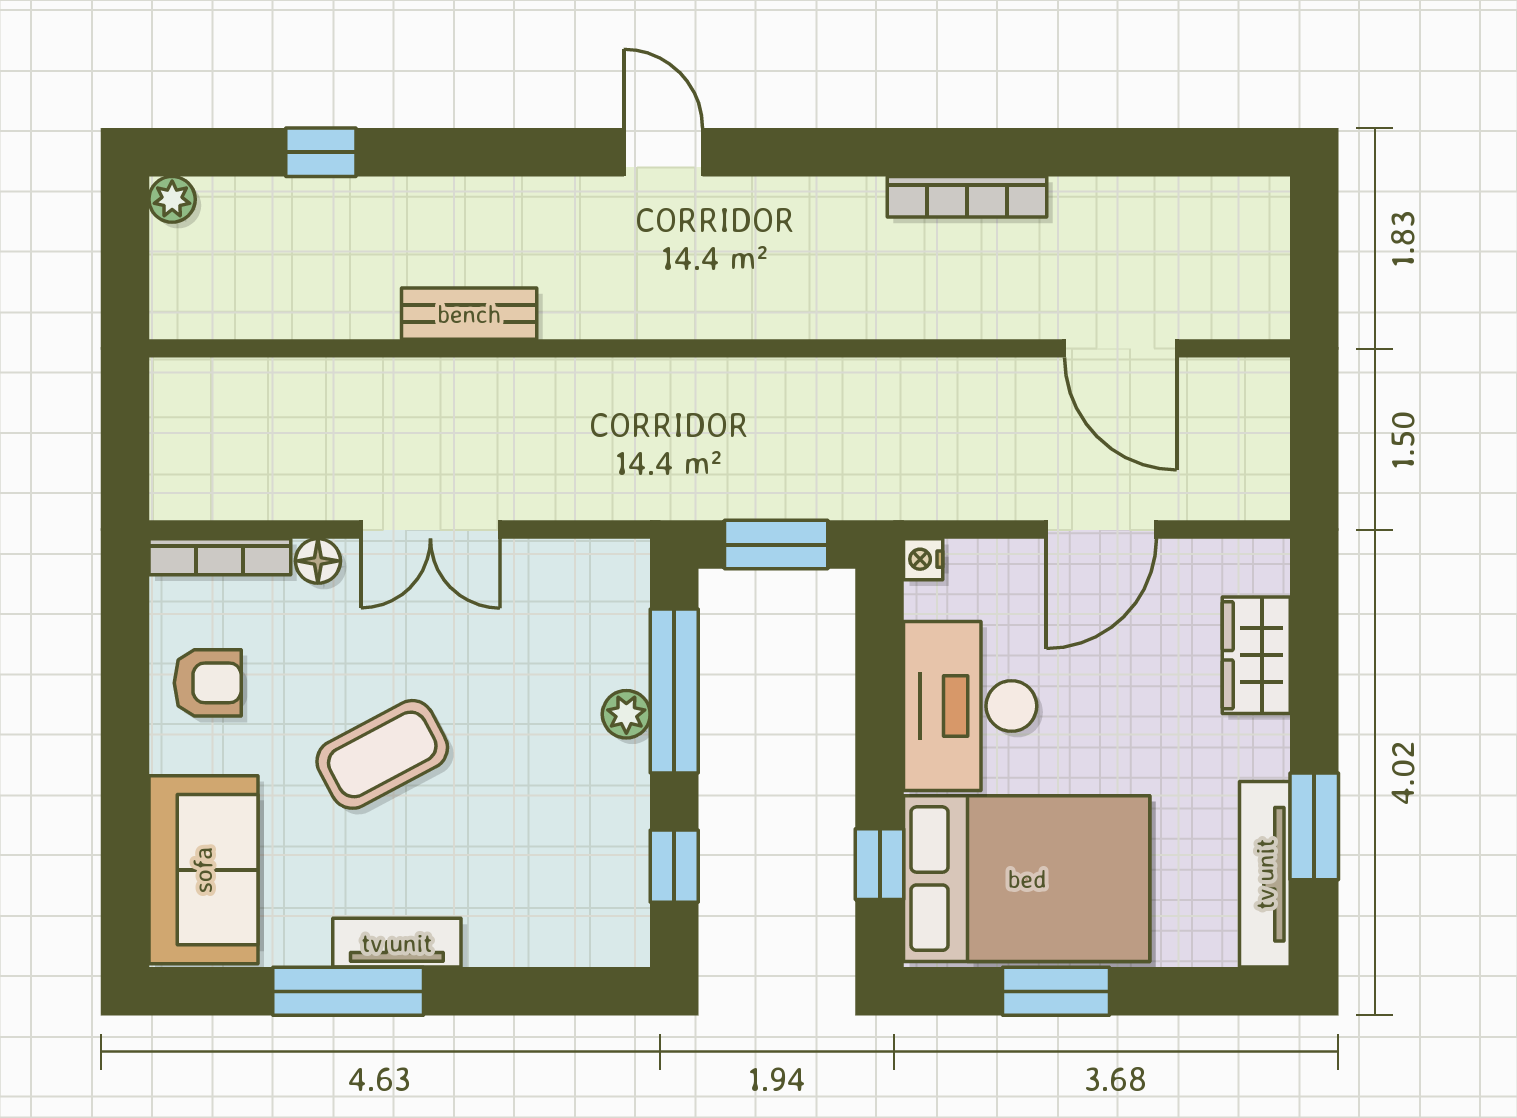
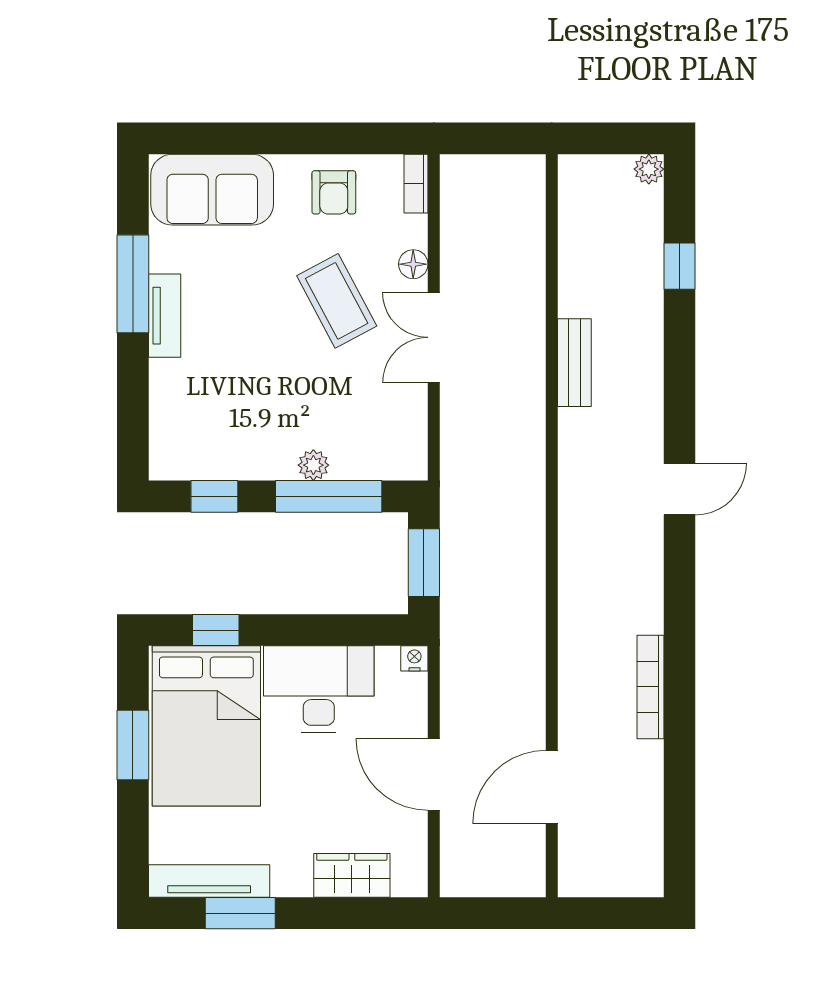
bookcase: (220, 557) -> (416, 184), width x0.64
coffee table: (382, 754) -> (337, 301), moved

